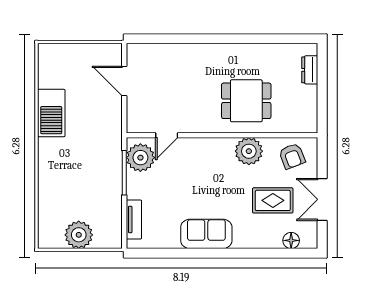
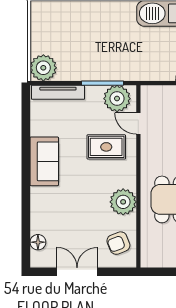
rug: (273, 200) -> (106, 147), moved, turned 90
tv unit: (134, 219) -> (58, 92), width x1.41
plant: (79, 235) -> (43, 68), moved

